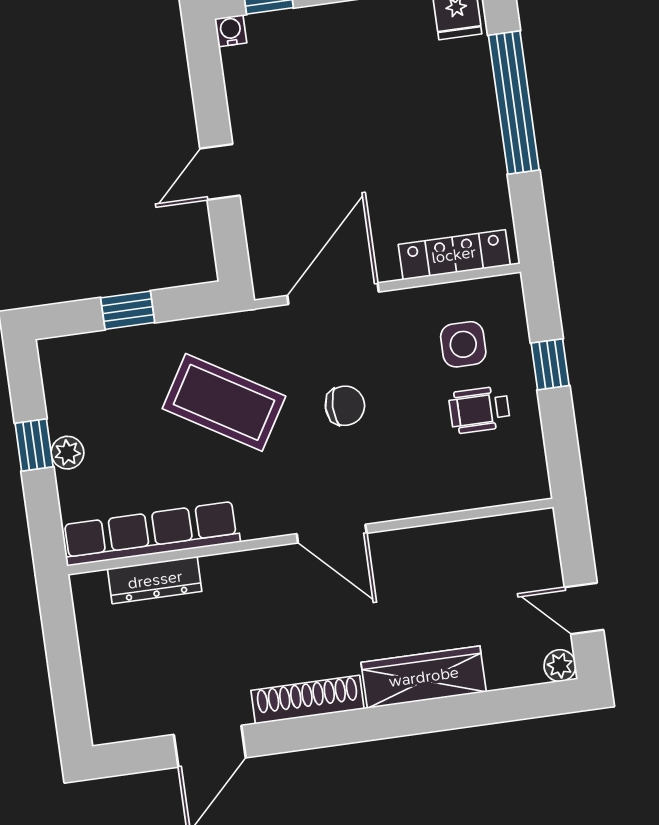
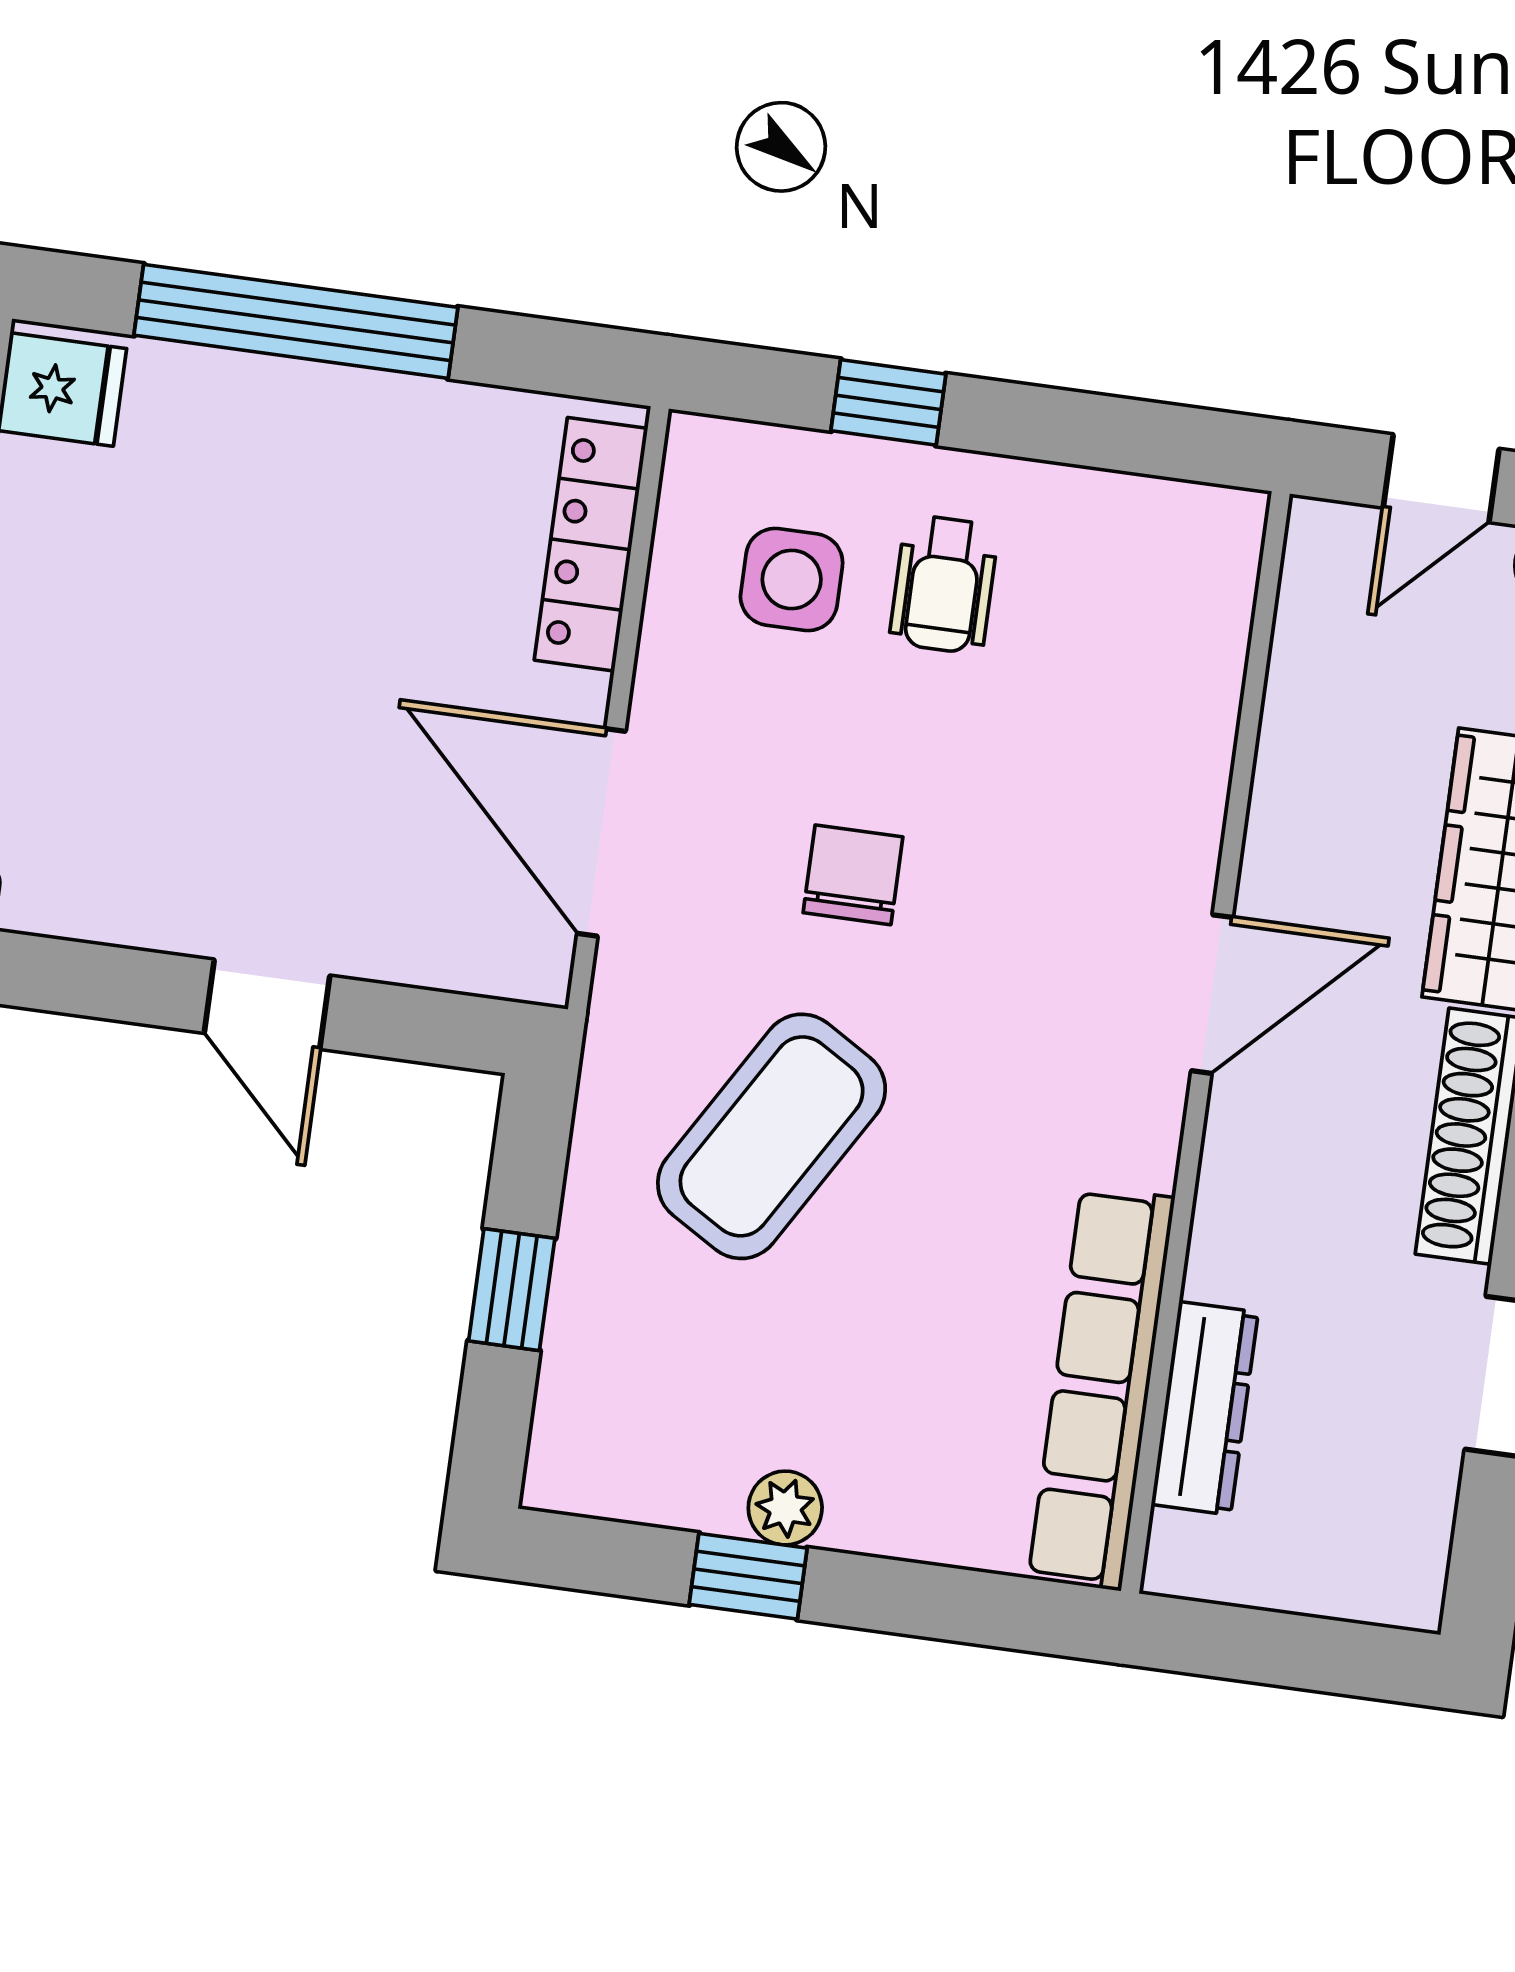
row of seats: (151, 534) -> (1101, 1388), moved
door: (332, 534) -> (1212, 994), moved
wall: (310, 536) -> (1205, 1042), moved
dresser: (155, 580) -> (1205, 1408), moved

